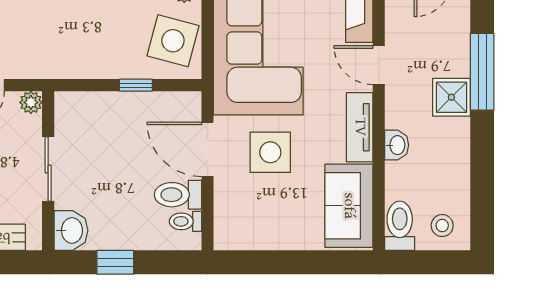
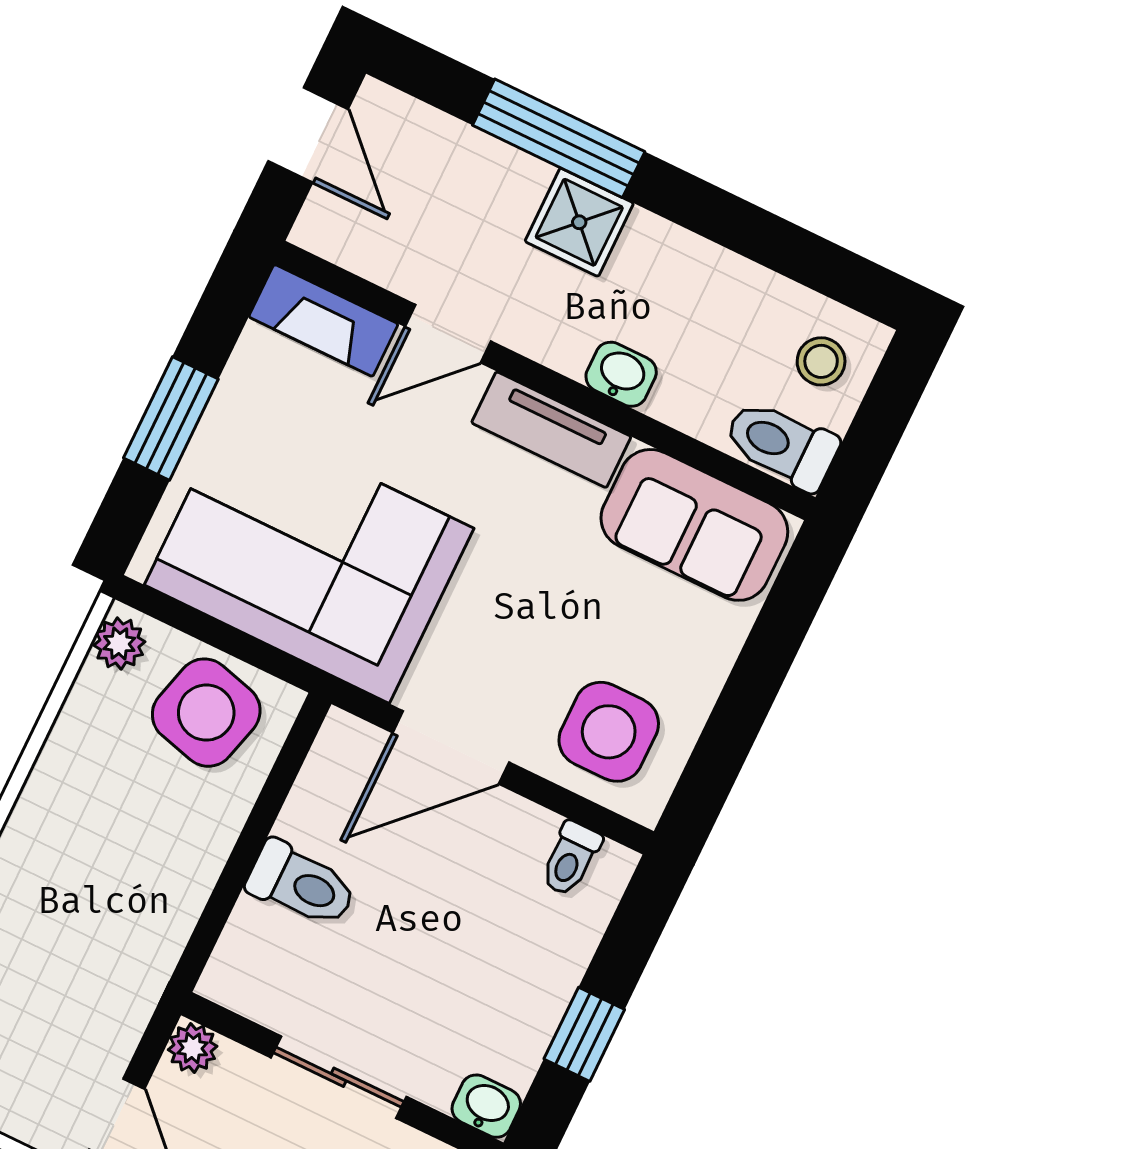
window: (136, 85) -> (258, 827), removed
side table: (270, 152) -> (609, 732), moved
toilet: (178, 195) -> (301, 884), moved, turned -90
washbasin: (71, 230) -> (486, 1106), width x0.72, depth x0.69

